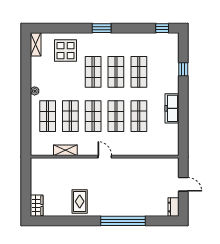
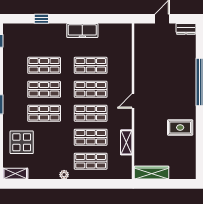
wardrobe: (37, 206) -> (152, 173), moved, width x1.50

